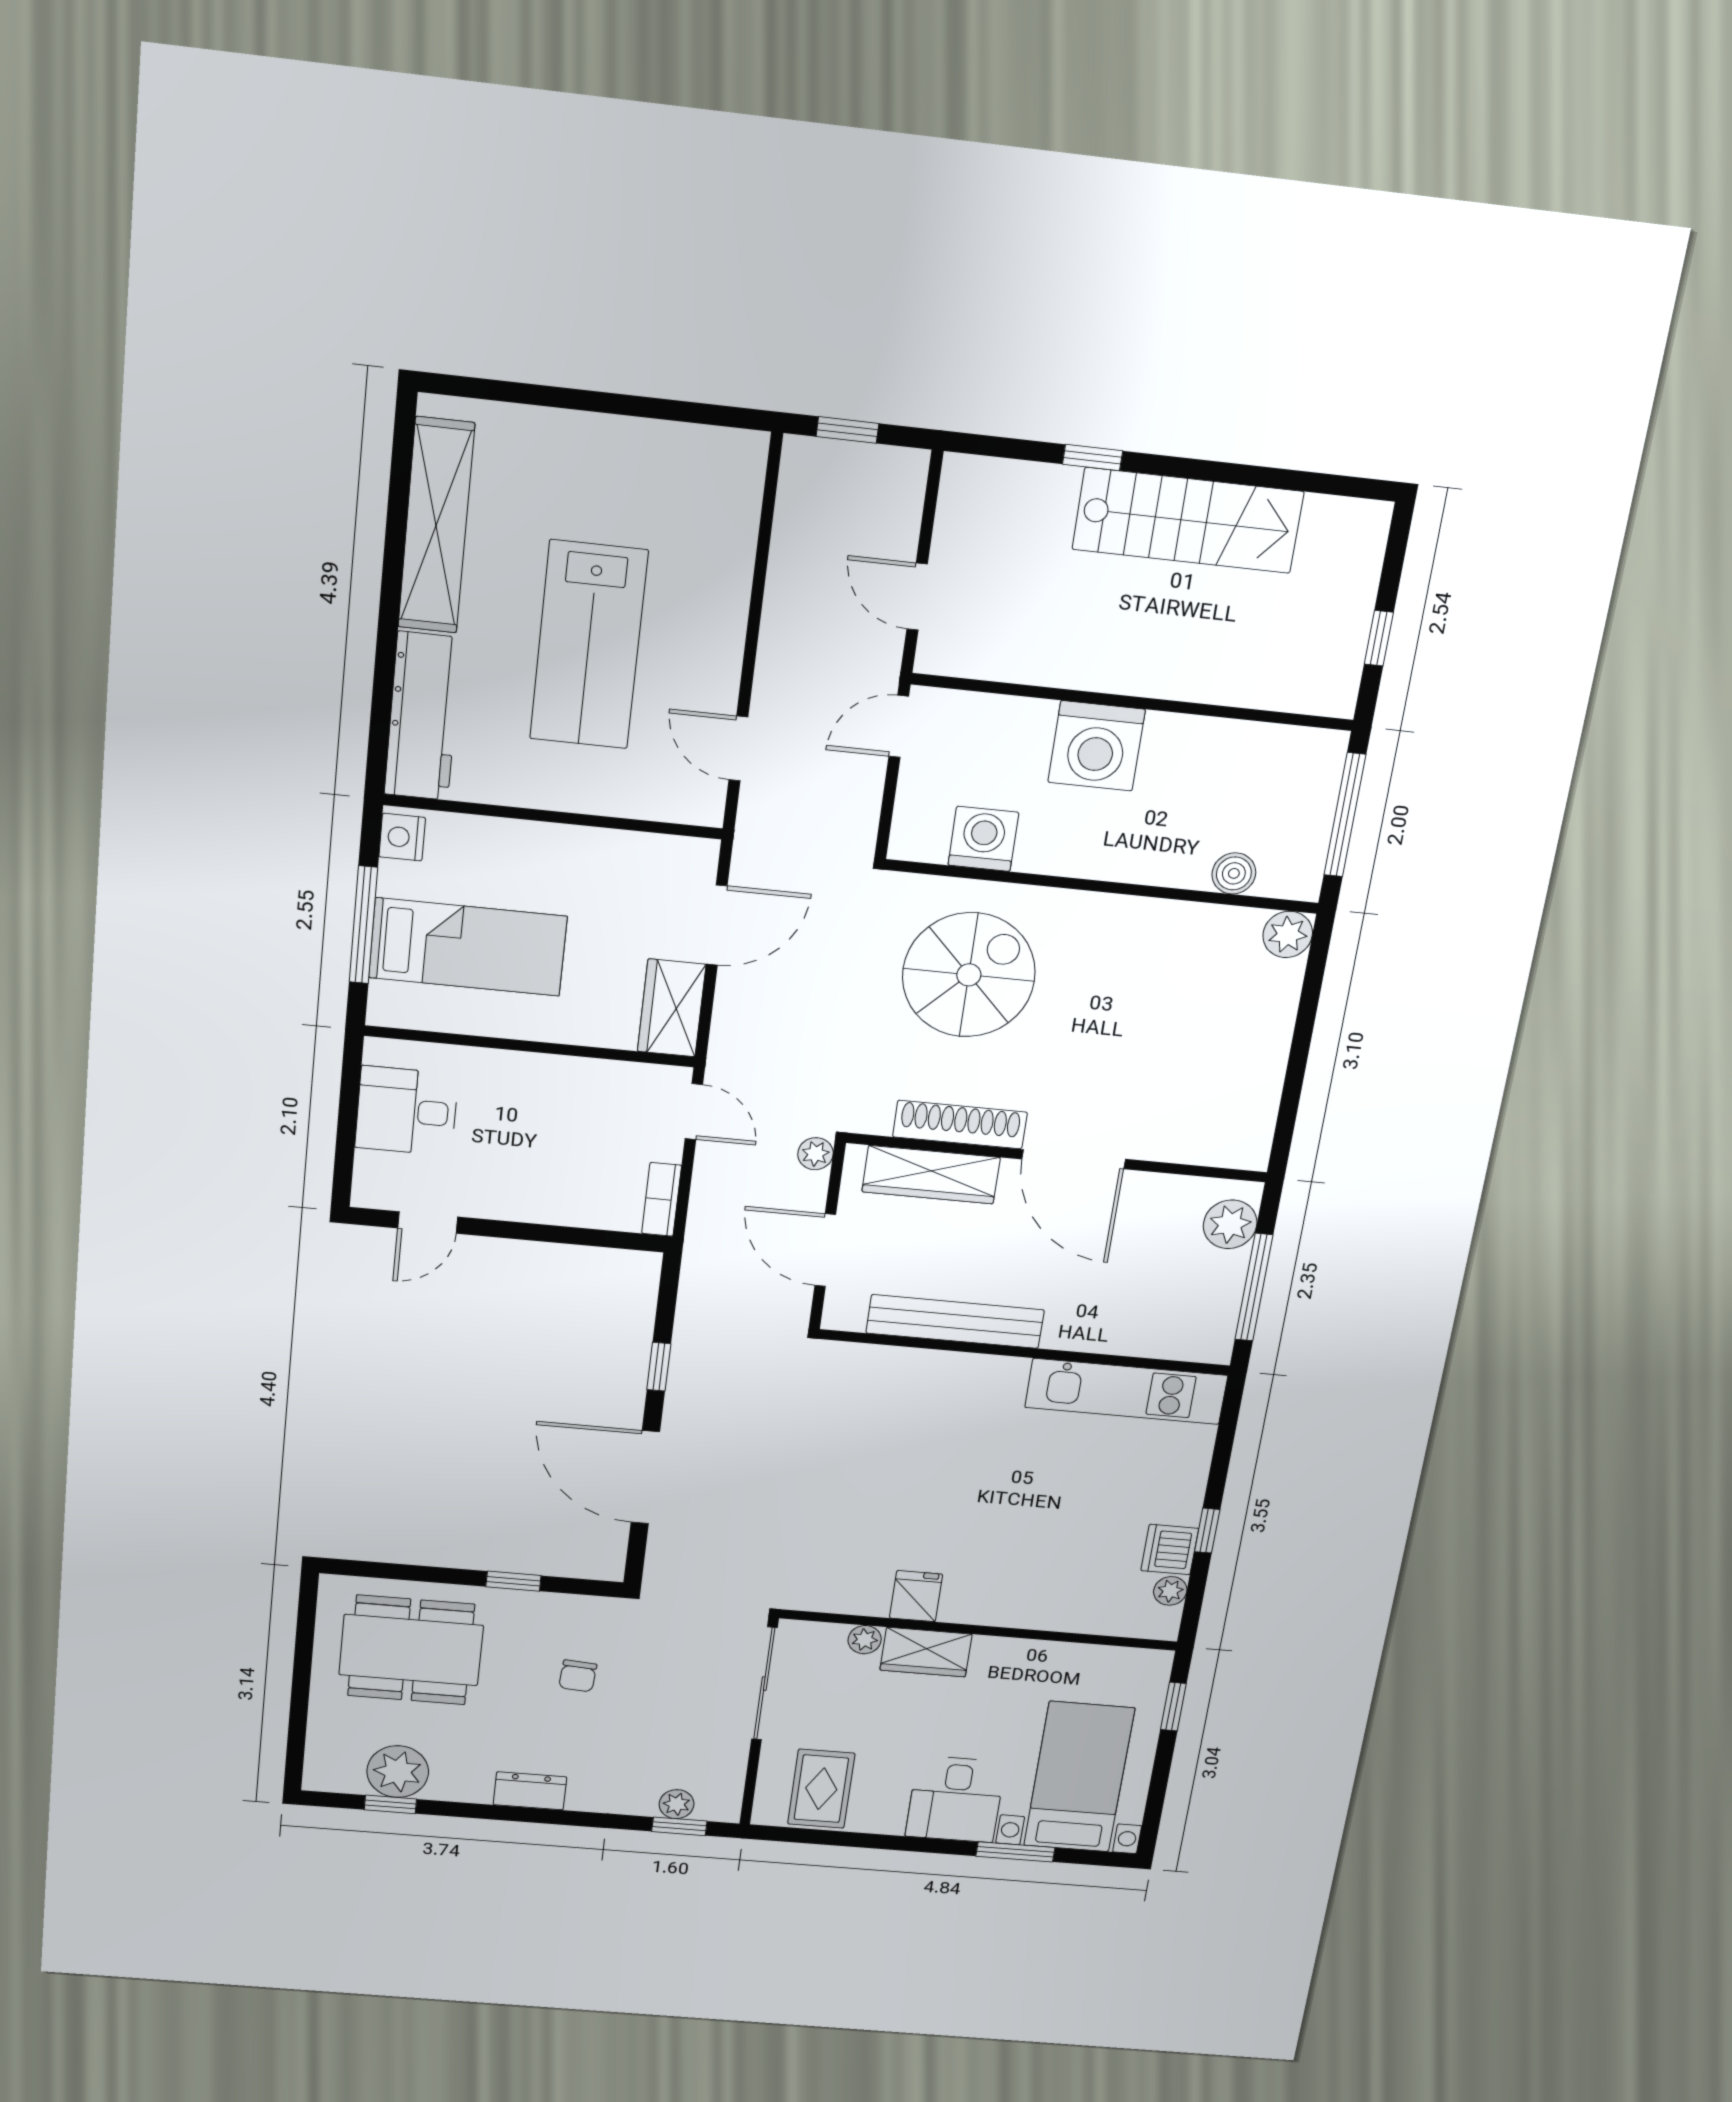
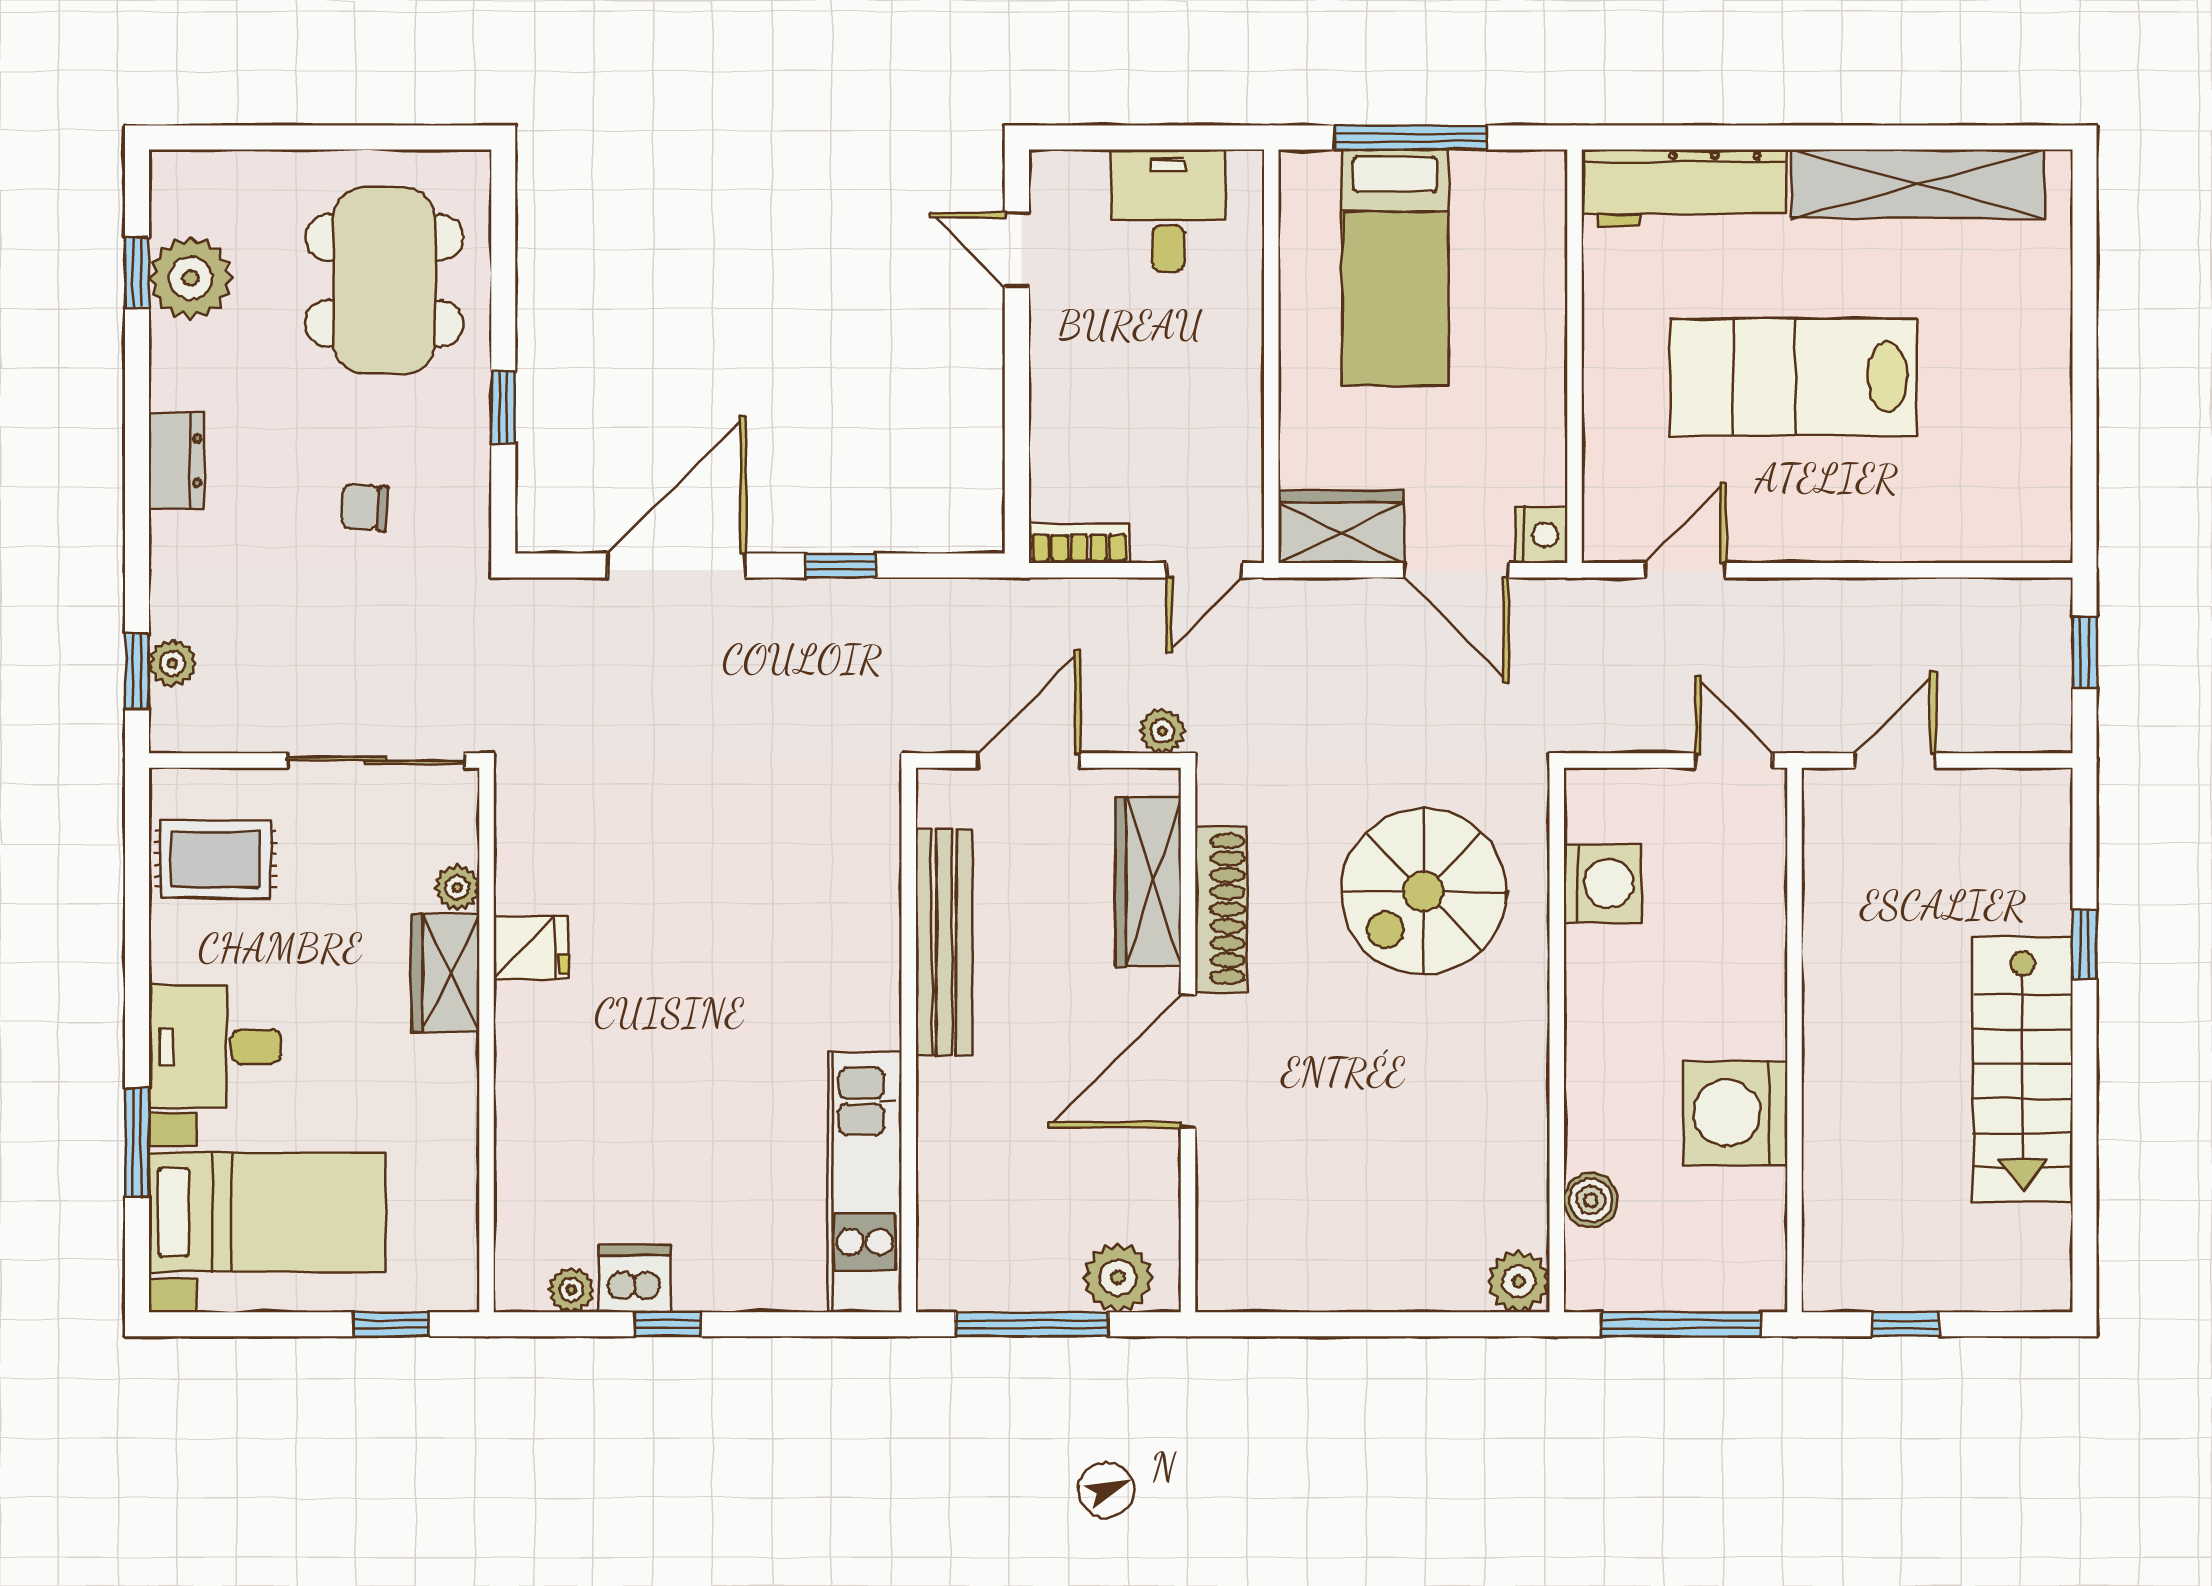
washing machine: (1097, 746) -> (1735, 1113), moved
nightstand: (402, 837) -> (1541, 535), moved, turned 90
spiral stairs: (969, 975) -> (1423, 891), turned 90

